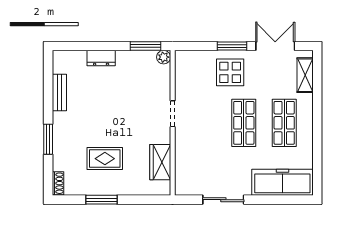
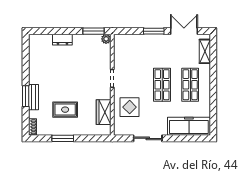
display table: (230, 72) -> (130, 107), moved
bench: (59, 92) -> (33, 97), moved

